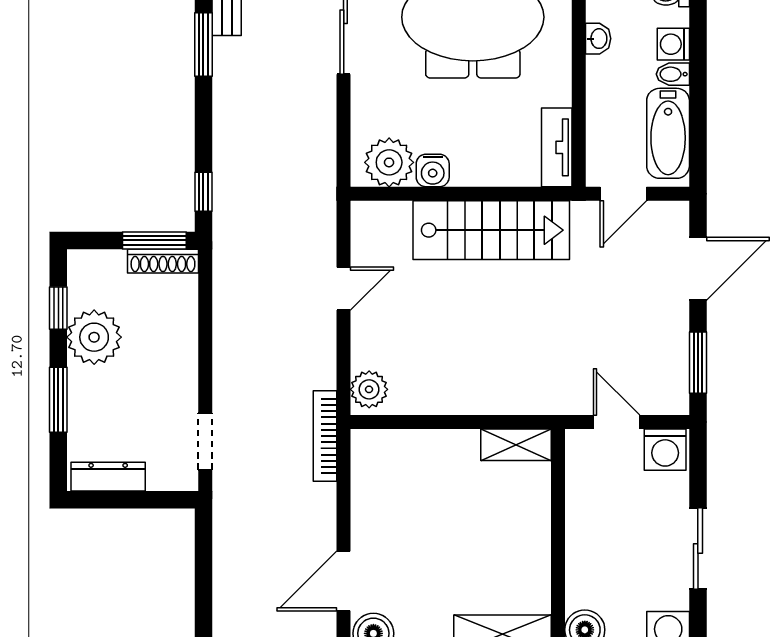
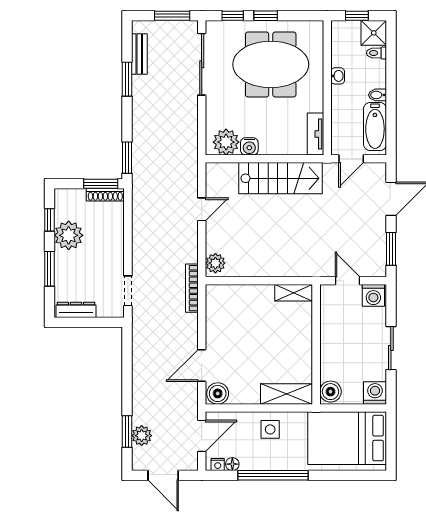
washing machine: (673, 44) -> (378, 79), removed
window: (203, 192) -> (127, 158), width x1.50

